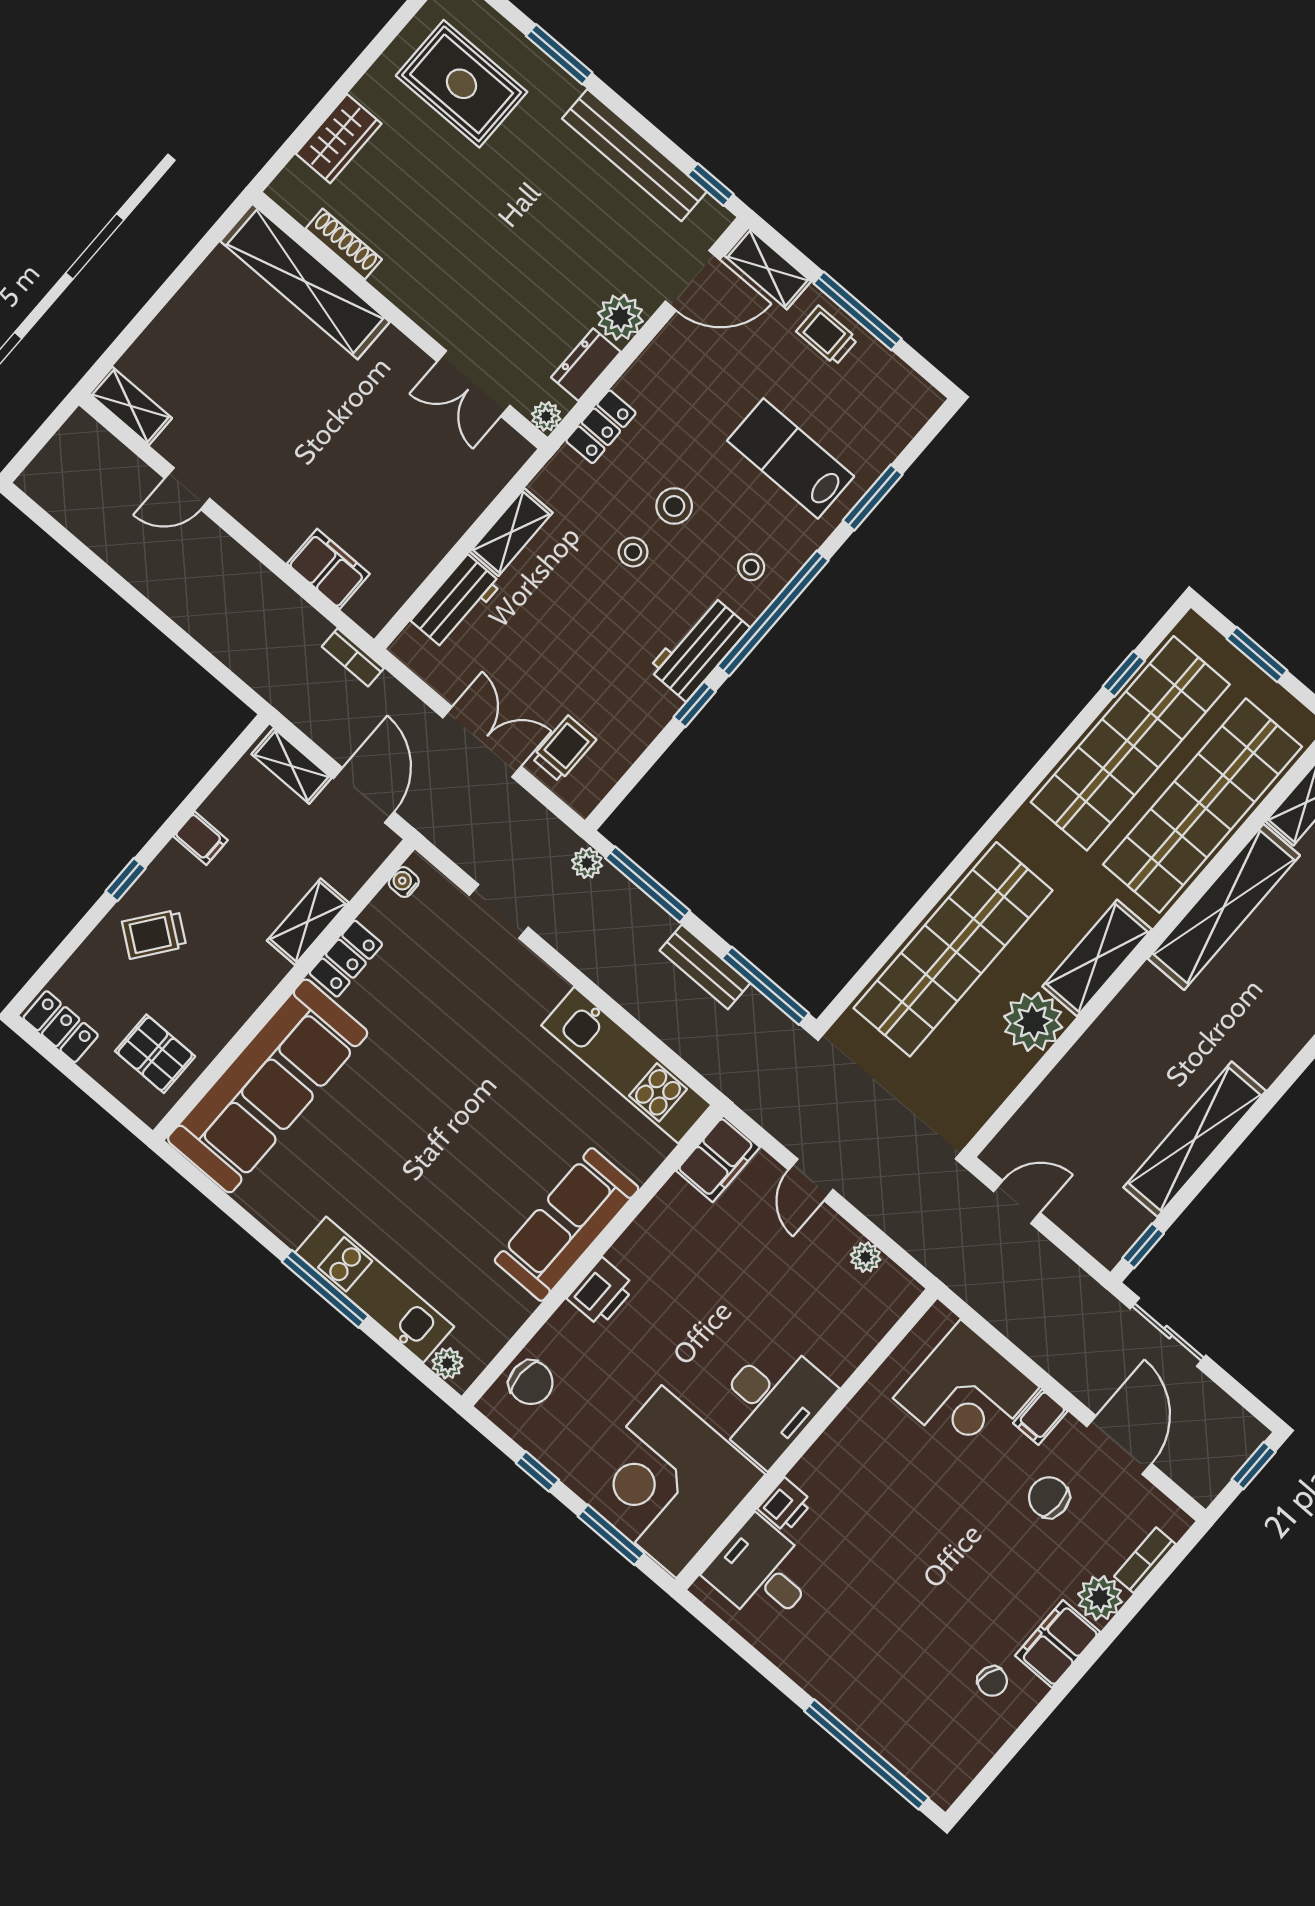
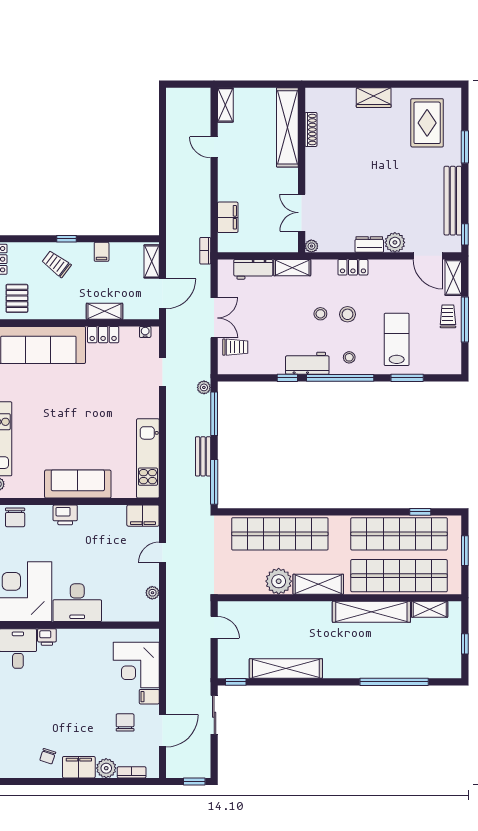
shoe rack: (344, 244) -> (311, 129), moved
shelving: (305, 282) -> (287, 127), moved
wall: (400, 320) -> (302, 170), moved
double door: (474, 384) -> (302, 213), moved
plant: (546, 416) -> (311, 246), moved

